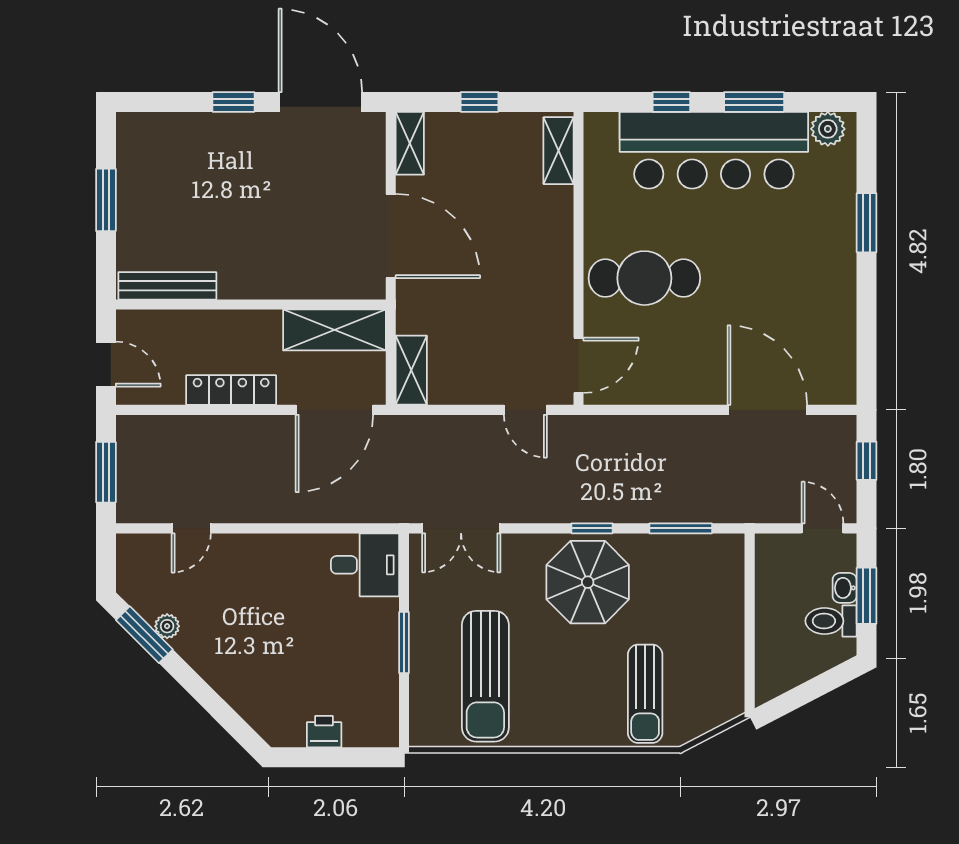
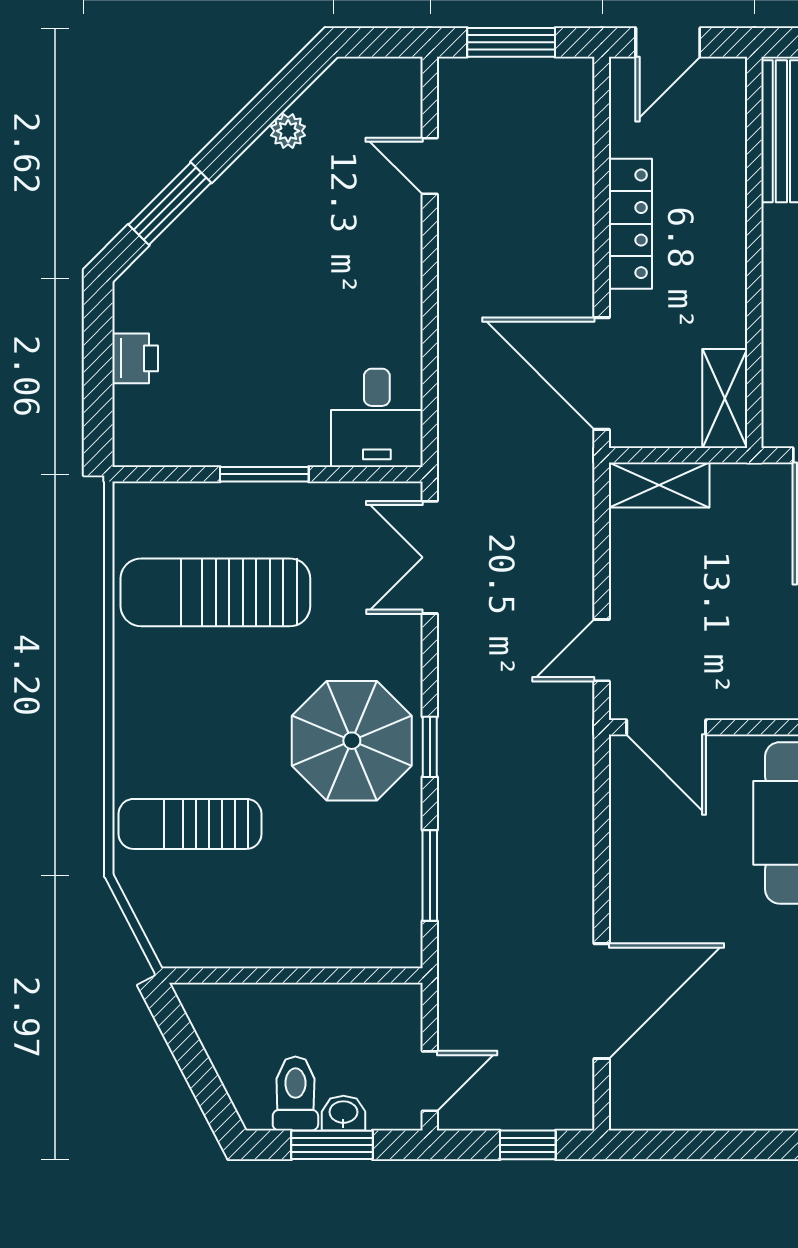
shelving: (334, 330) -> (725, 398), width x0.67, depth x0.75
window: (144, 635) -> (170, 204), moved

